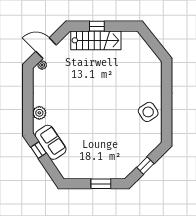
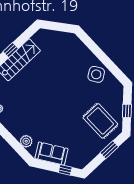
window: (39, 150) -> (65, 170), moved
rug: (116, 153) -> (100, 121), added

